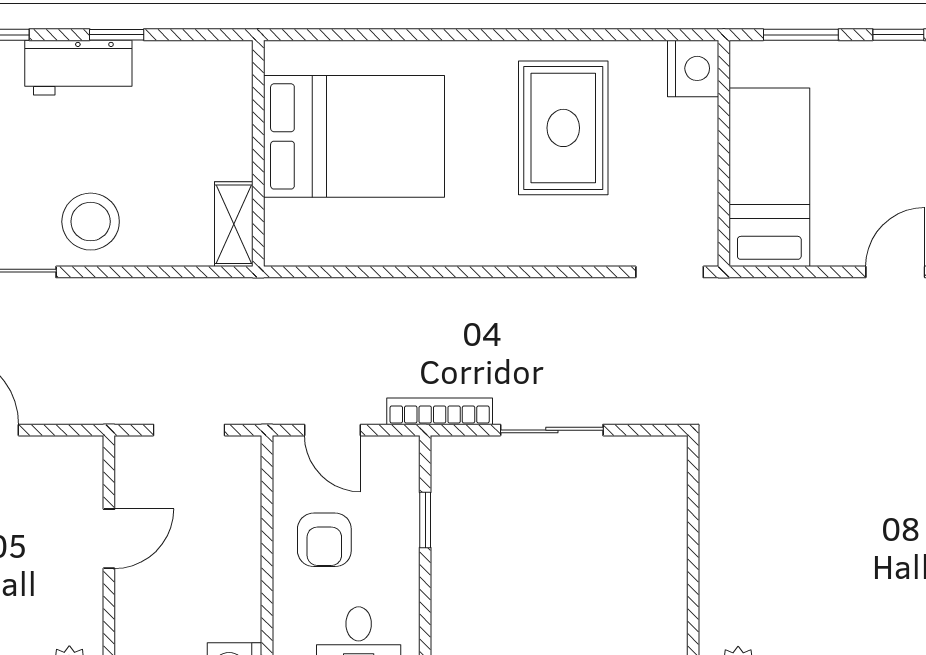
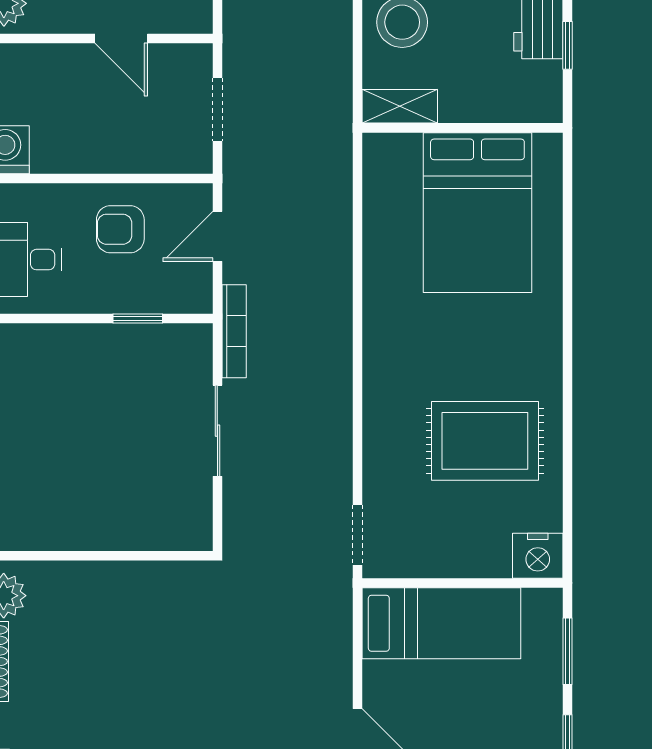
bed: (354, 136) -> (477, 213), moved
wall: (258, 153) -> (463, 128), moved
shelving: (234, 224) -> (400, 106), moved

